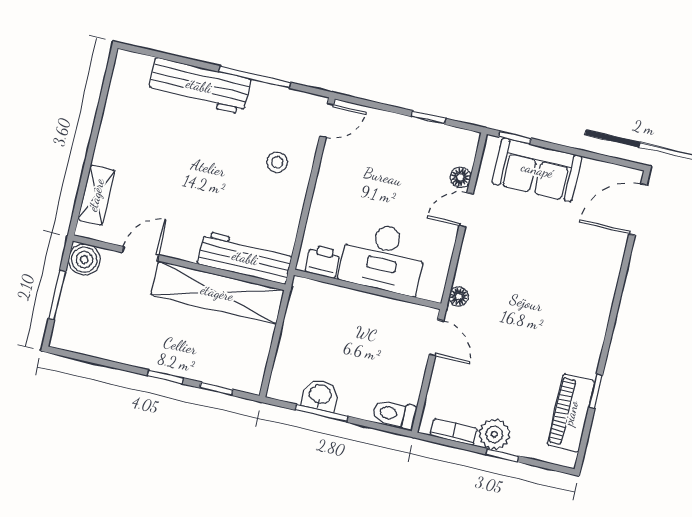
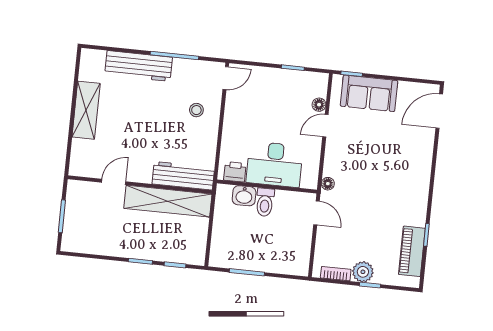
shelving: (96, 195) -> (86, 110), moved, width x1.50, depth x1.33
boiler: (84, 260) -> (77, 191), removed
washbasin: (320, 395) -> (244, 196), moved, turned 180
toilet: (394, 414) -> (265, 202), moved, turned -90

